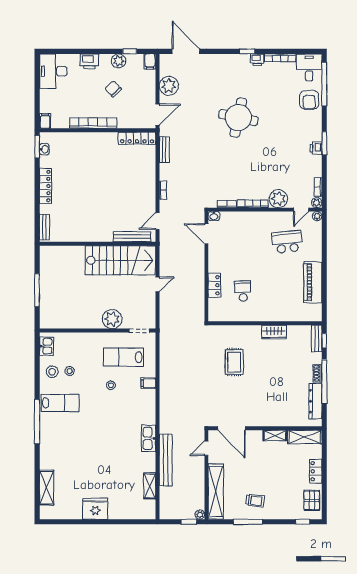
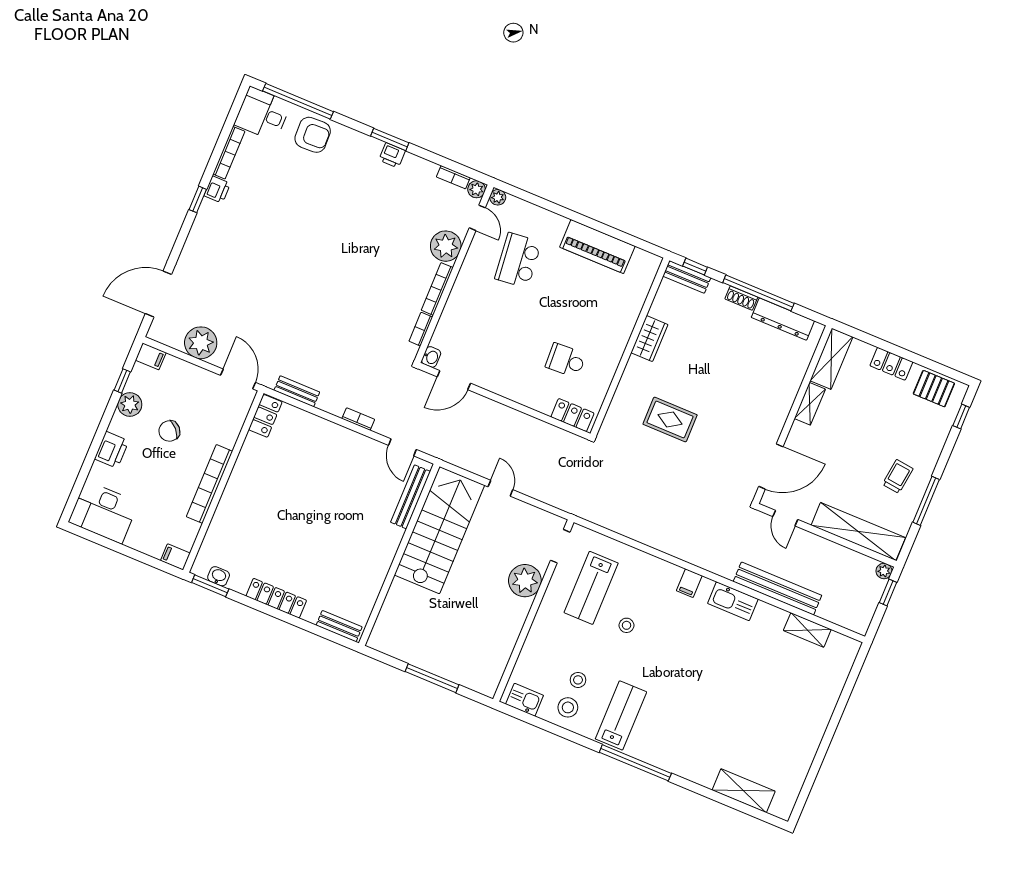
round table: (238, 118) -> (294, 256), removed
locker: (137, 138) -> (265, 416), width x0.66
locker: (214, 285) -> (572, 415), moved
filing cabinet: (148, 383) -> (689, 583), moved
fridge: (95, 509) -> (808, 729), removed

